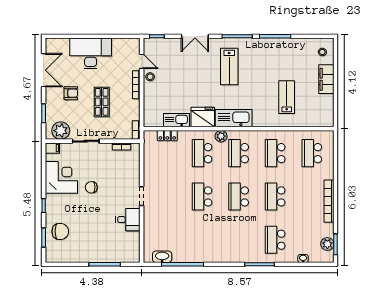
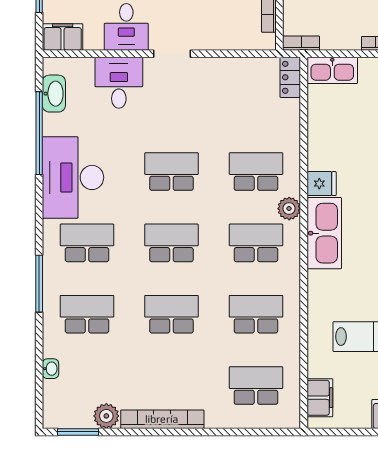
fridge: (203, 117) -> (322, 184), width x0.53, depth x0.75
kitchen sink: (176, 120) -> (332, 70), moved, turned 90
filing cabinet: (318, 120) -> (320, 398), added
locker: (167, 136) -> (290, 77), moved
desk: (157, 223) -> (119, 83), added
school desk: (239, 240) -> (87, 243), added
plant: (327, 244) -> (106, 416), moved
desk: (205, 247) -> (73, 177), added
filing cabinet: (133, 252) -> (63, 37), added

